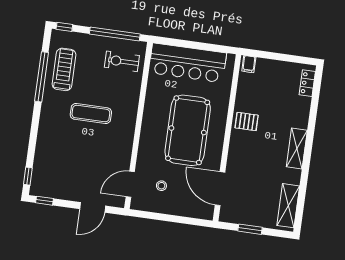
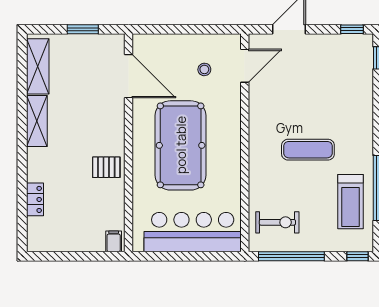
locker: (307, 83) -> (35, 199), moved
shelving: (297, 149) -> (37, 121), moved

